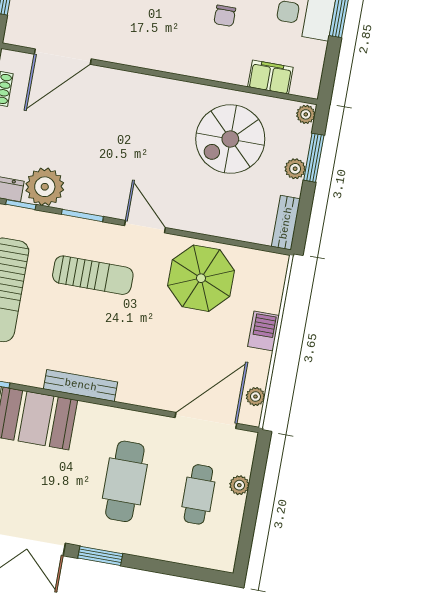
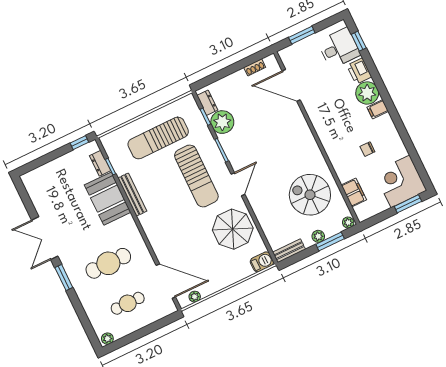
sun lounger: (93, 275) -> (196, 176), width x1.36, depth x1.34
barbecue: (264, 331) -> (262, 262), moved
bench: (81, 385) -> (132, 195), moved
plant: (239, 485) -> (107, 339), moved

